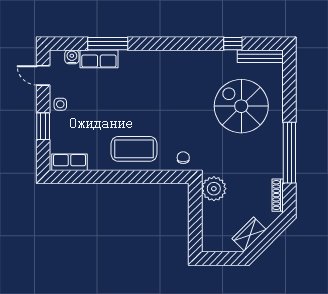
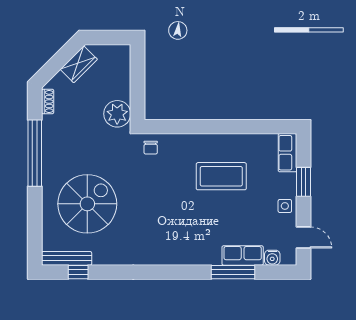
window: (233, 44) -> (78, 272), moved
spiral stairs: (241, 106) -> (87, 204), turned -90
coffee table: (134, 149) -> (221, 176), moved
row of seats: (70, 162) -> (288, 153), moved, turned 90
shoe rack: (278, 195) -> (48, 101), width x0.70

